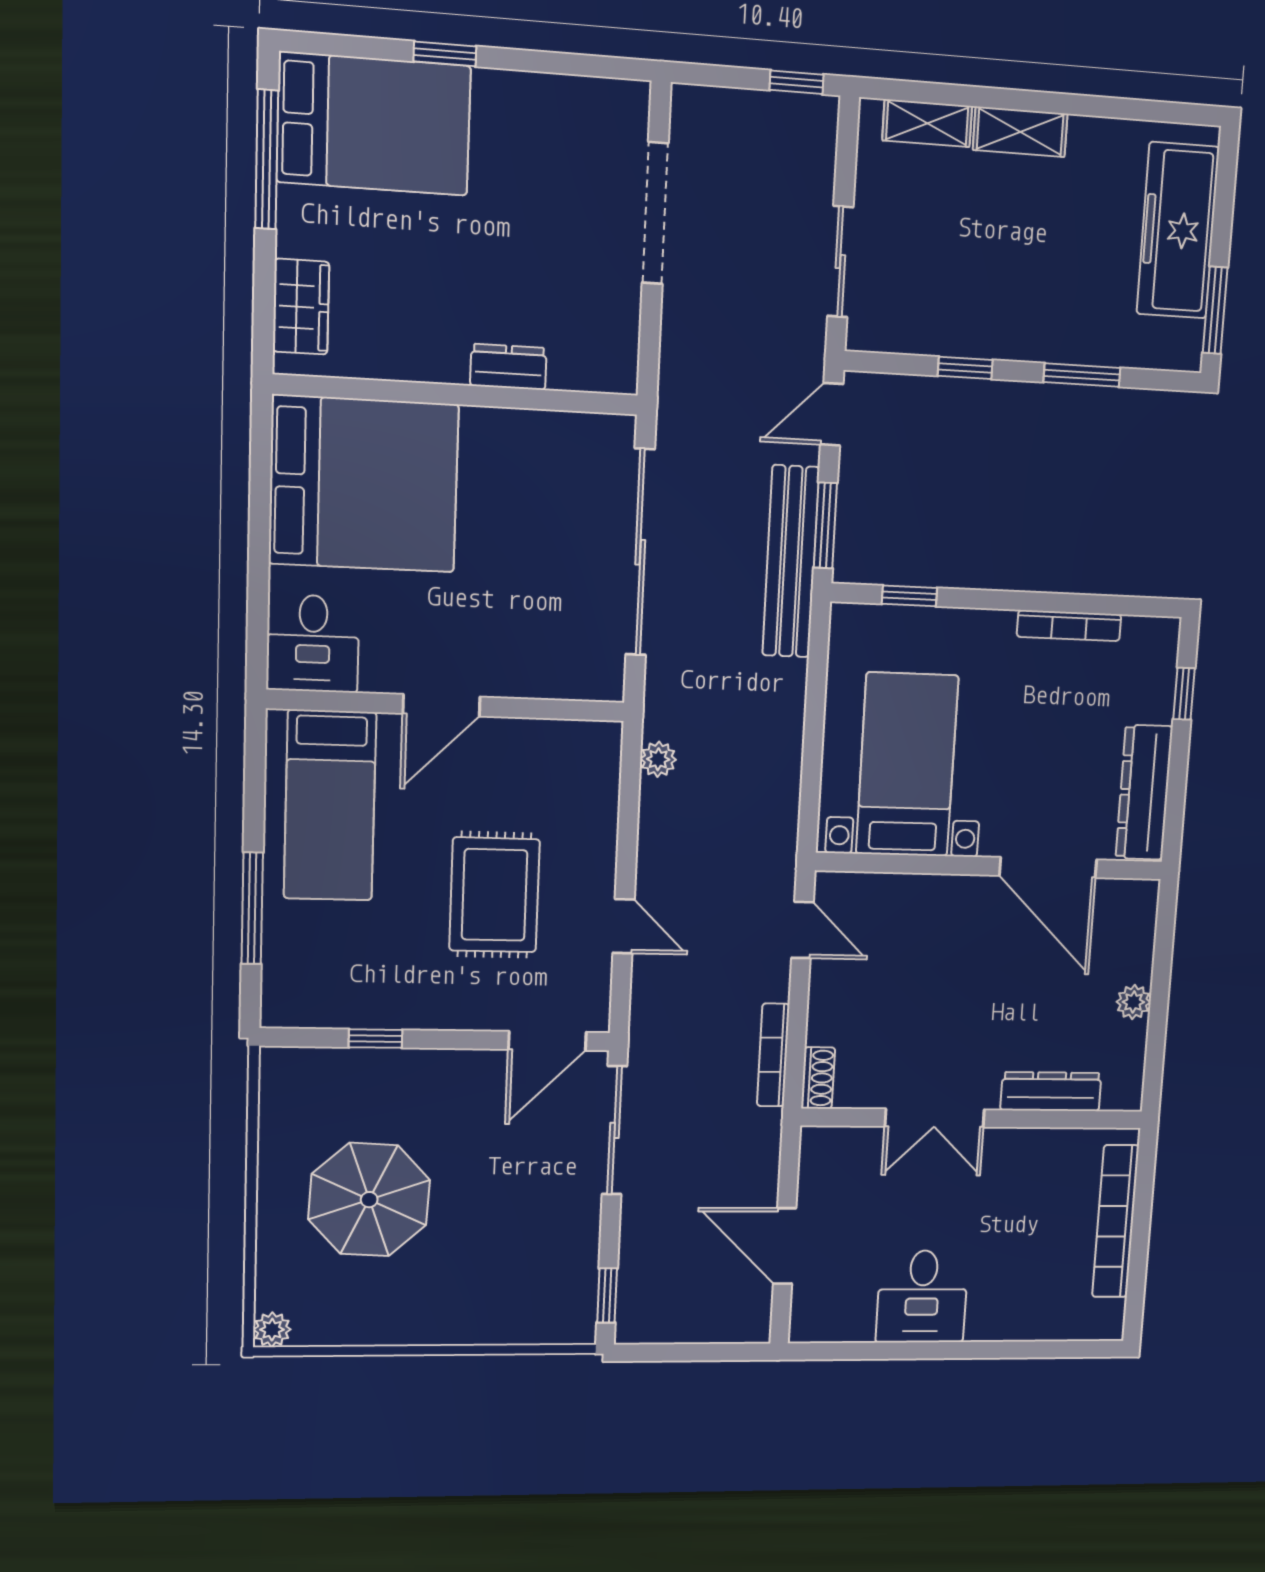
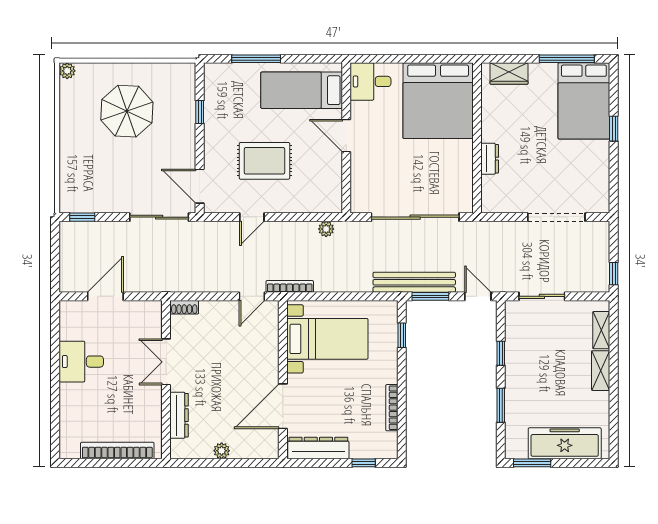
bookcase: (773, 1055) -> (290, 286), moved

